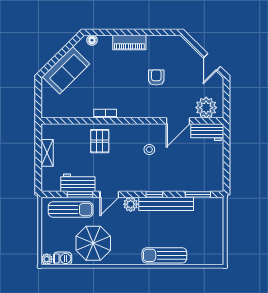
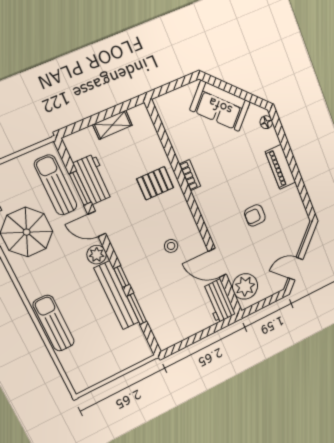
armchair: (156, 77) -> (255, 215), turned 180
window: (198, 194) -> (137, 309), moved
sun lounger: (71, 209) -> (56, 185), turned 180

